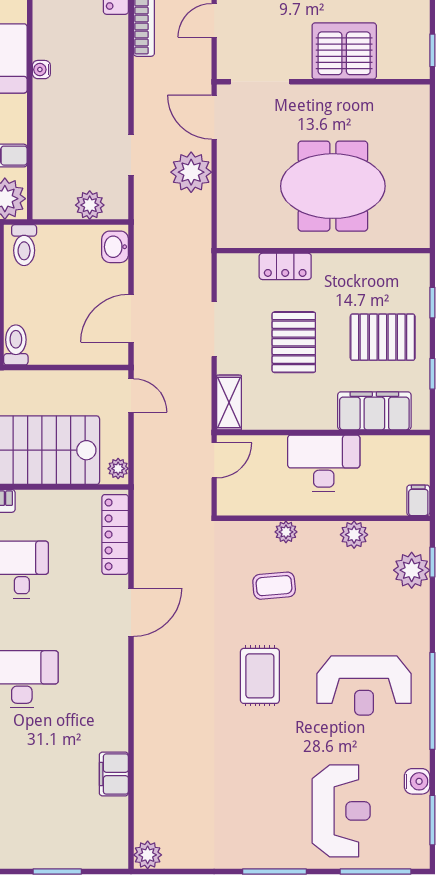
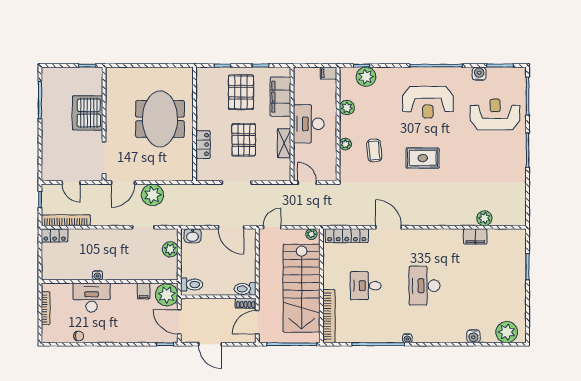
pallet: (294, 342) -> (244, 140), turned 90
shelving: (229, 403) -> (284, 143), moved, turned 90
reception desk: (364, 686) -> (428, 102), turned 90
plant: (148, 855) -> (484, 218), moved

